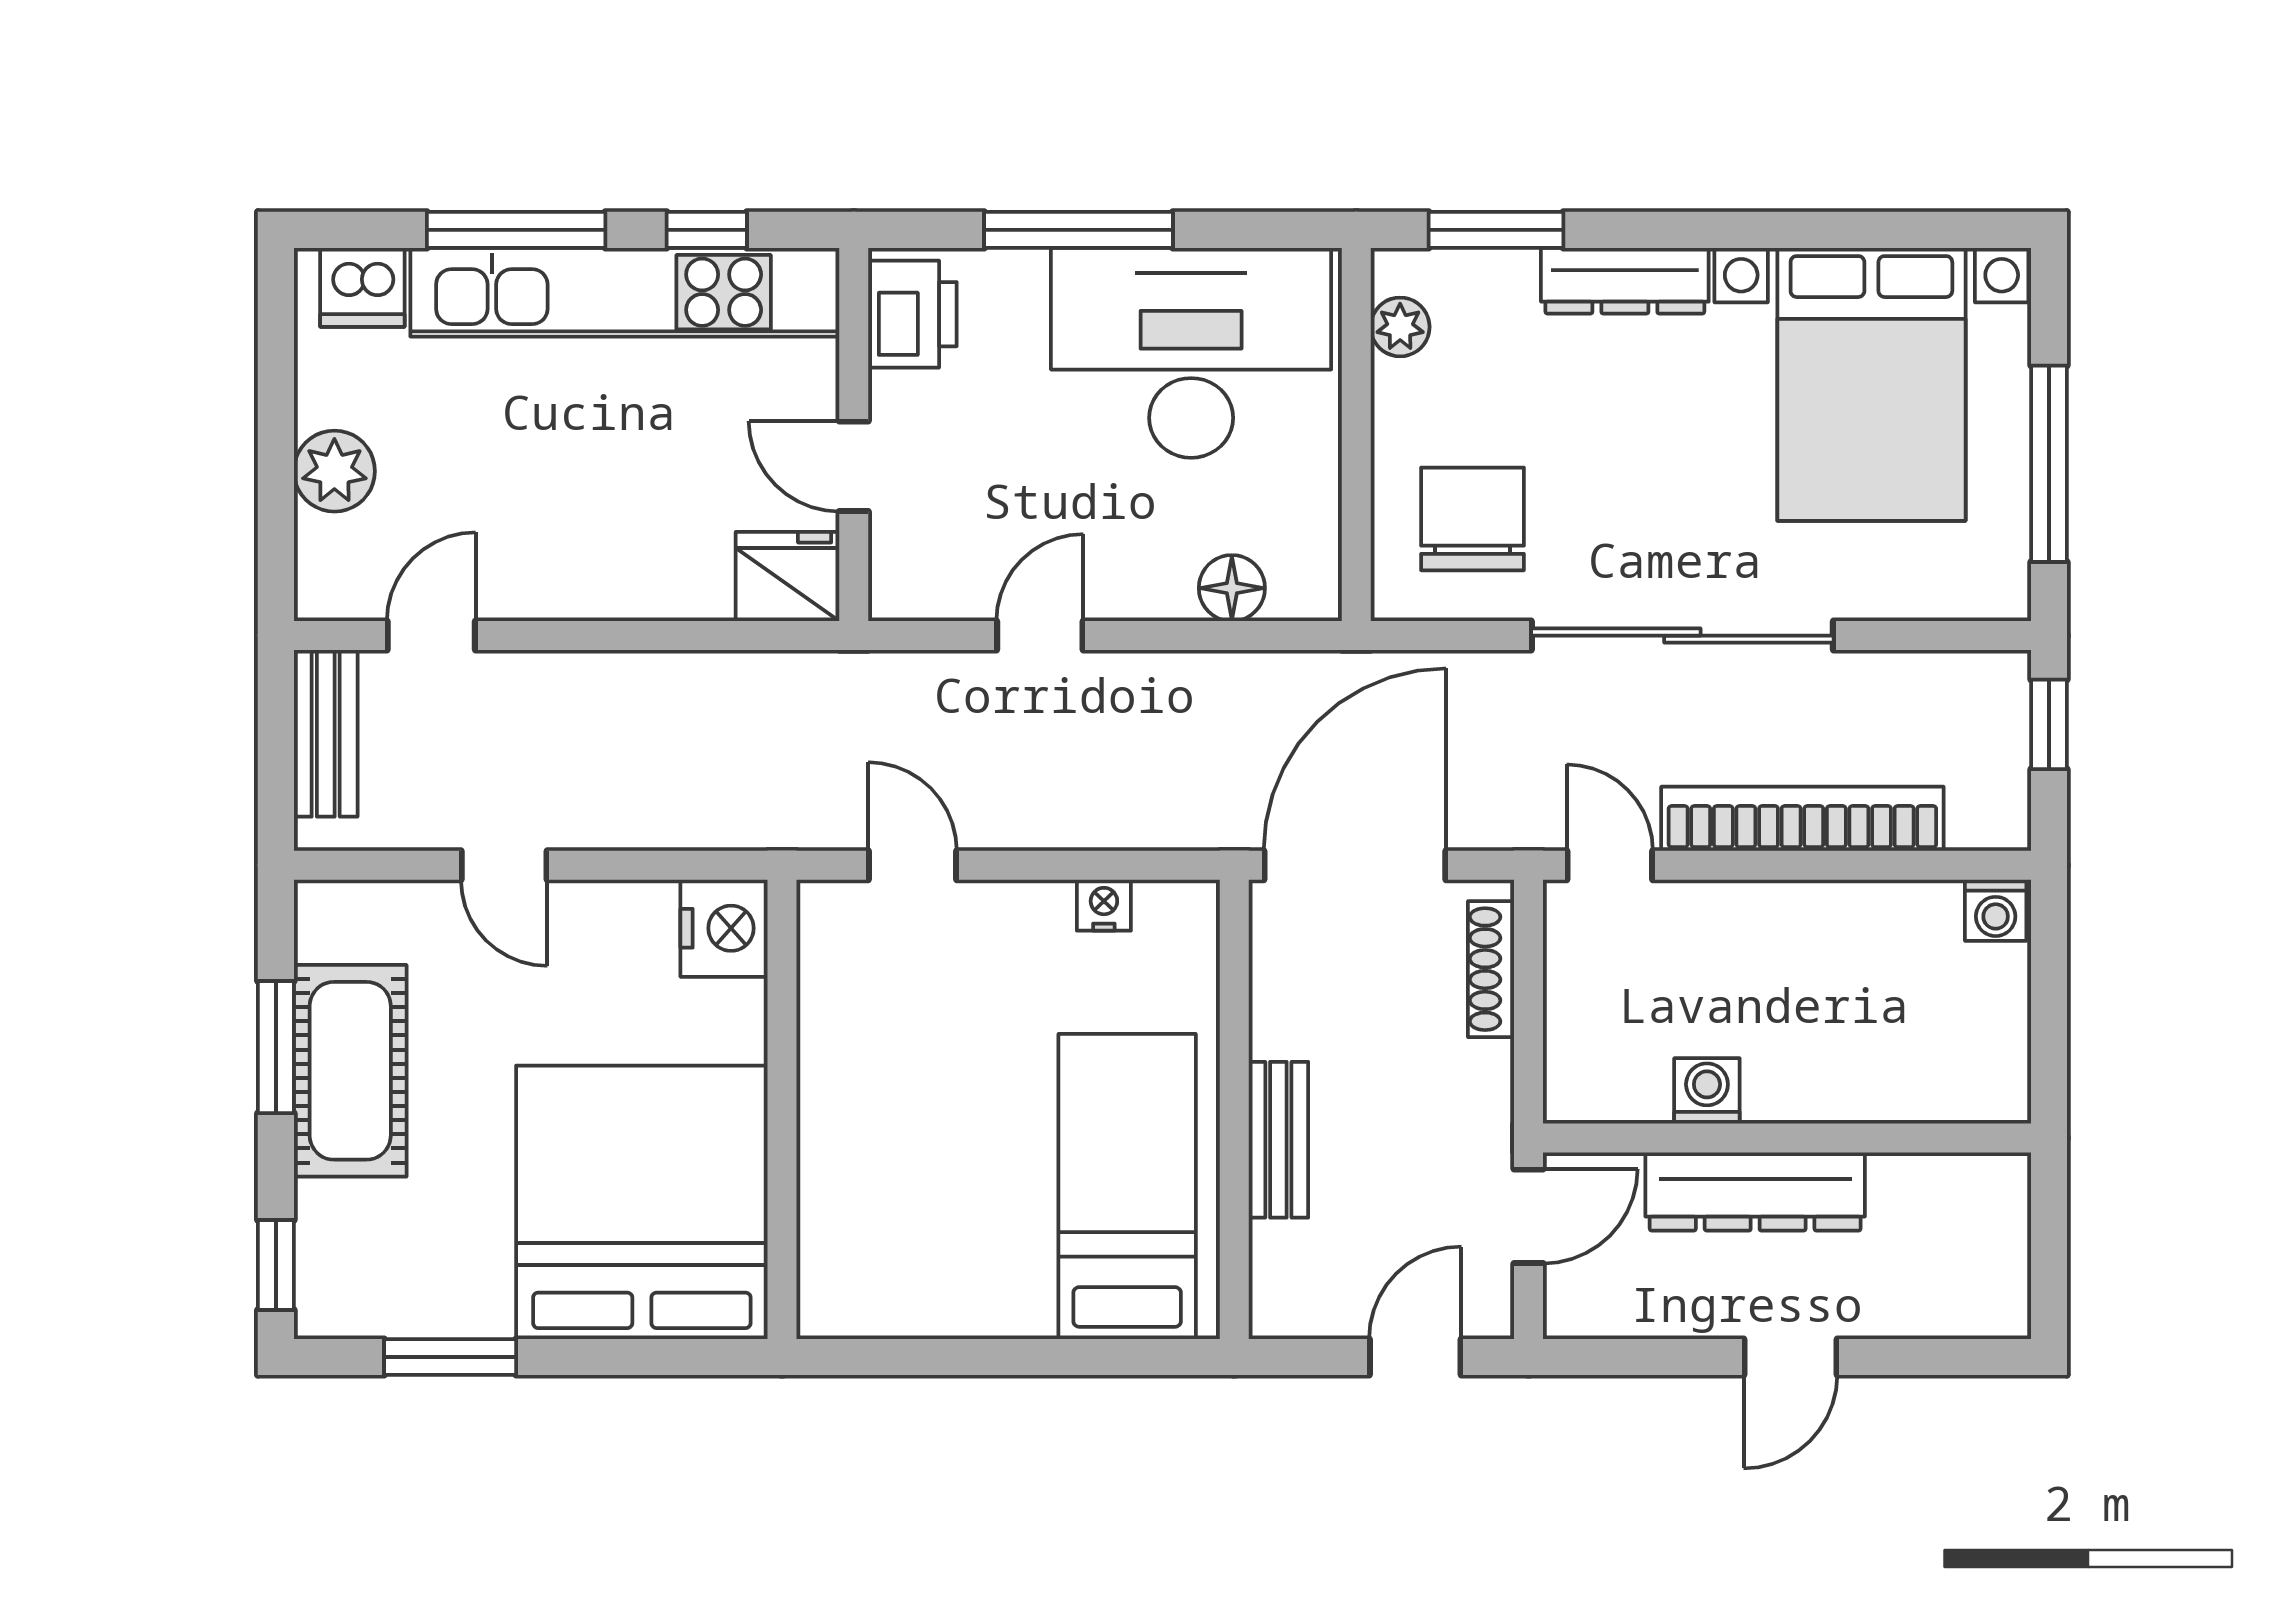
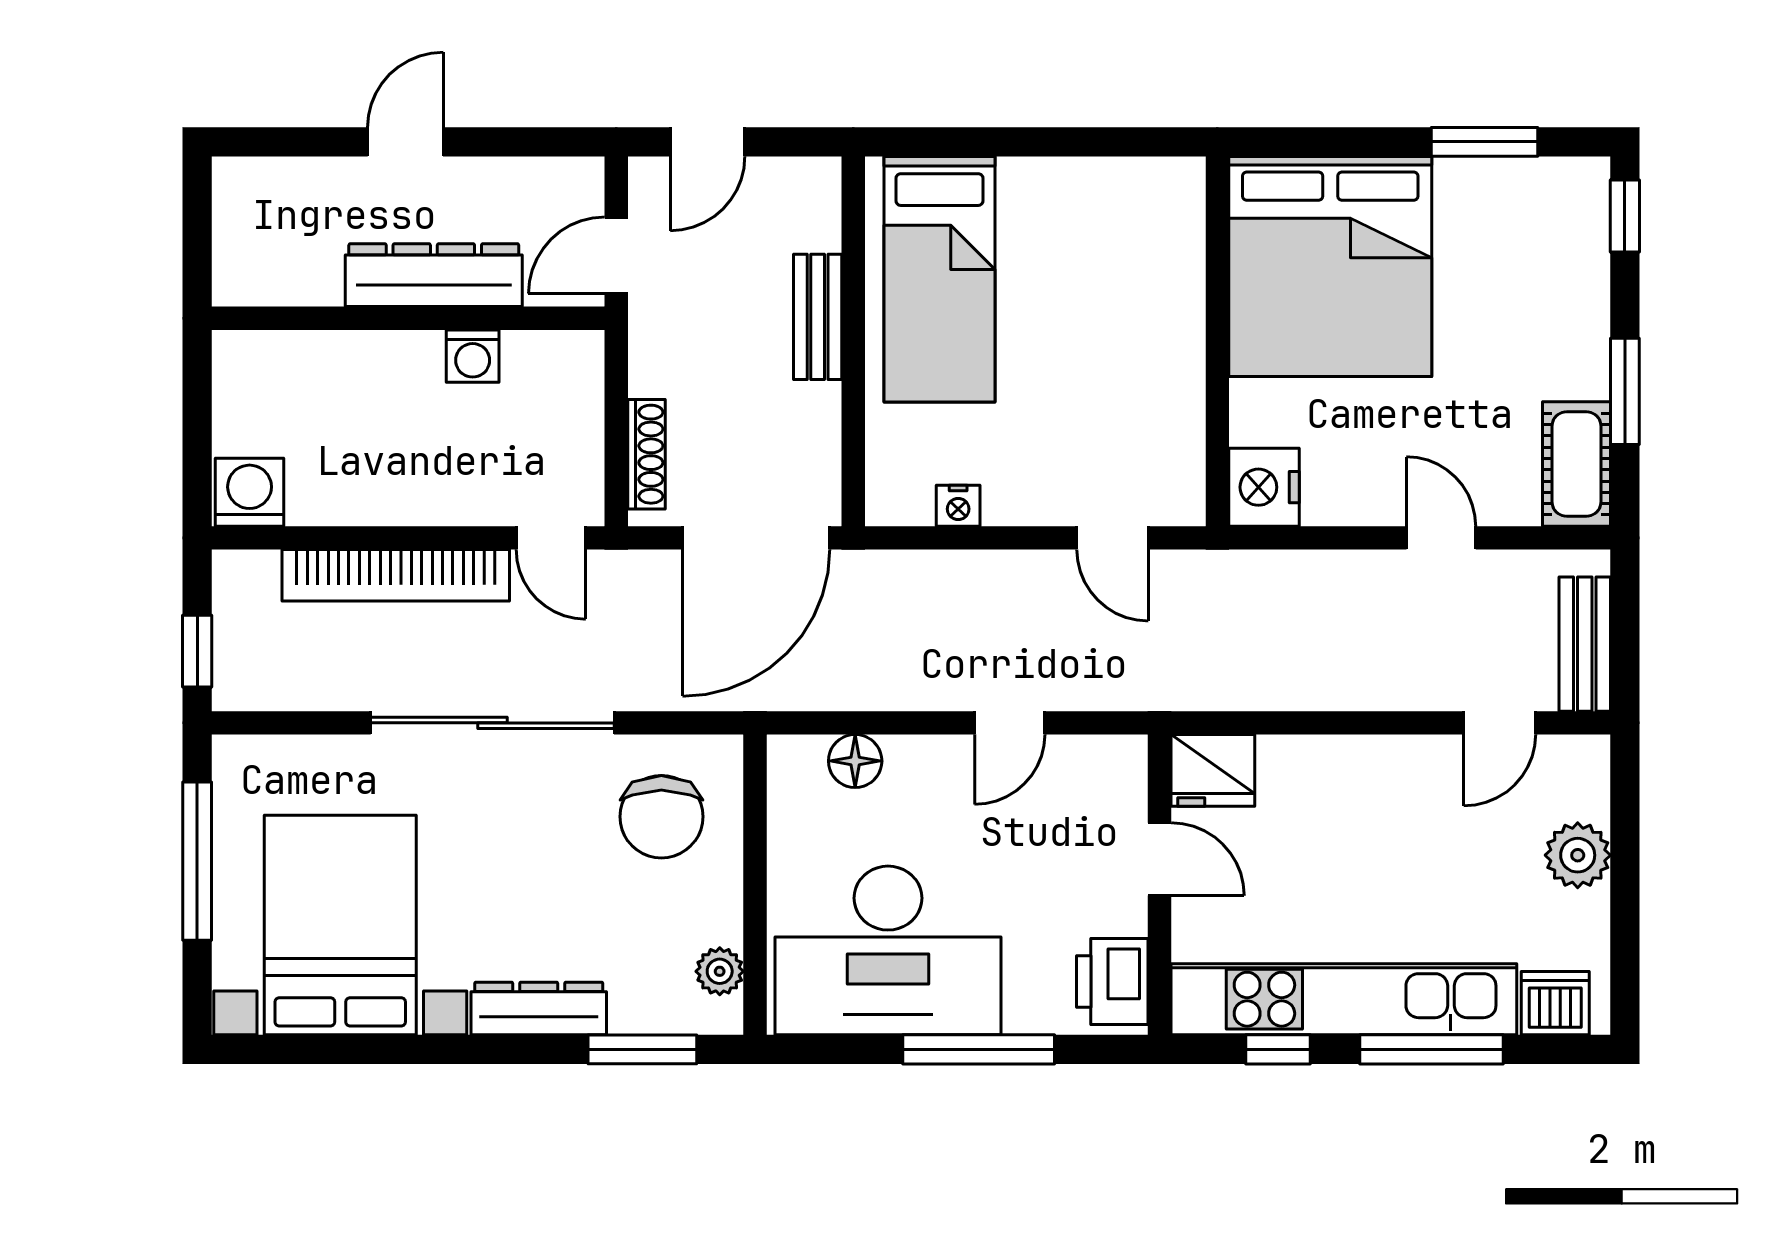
washing machine: (1996, 910) -> (250, 492), width x1.38, depth x1.38
cot: (350, 1071) -> (1577, 464), moved, width x0.73, depth x0.75

